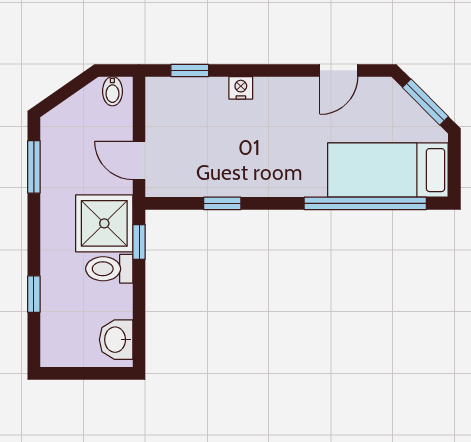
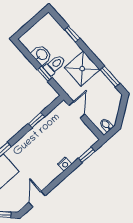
door: (139, 161) -> (77, 110), hinge flipped
shower: (104, 223) -> (82, 69), moved
window: (139, 242) -> (45, 74), moved
washbasin: (116, 340) -> (41, 55), moved

